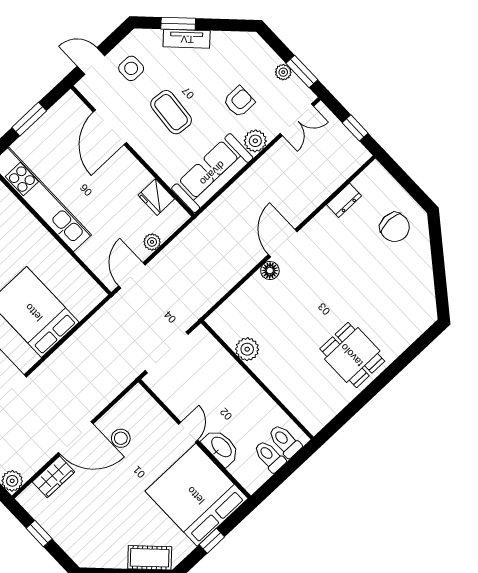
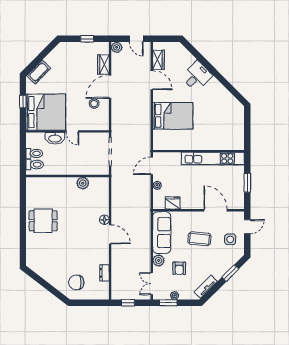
tv unit: (187, 39) -> (206, 287), moved
door: (132, 275) -> (152, 166), swing flipped

